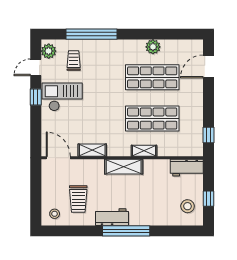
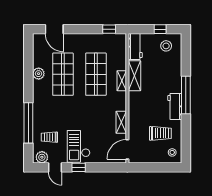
shelving: (124, 167) -> (134, 76), moved

